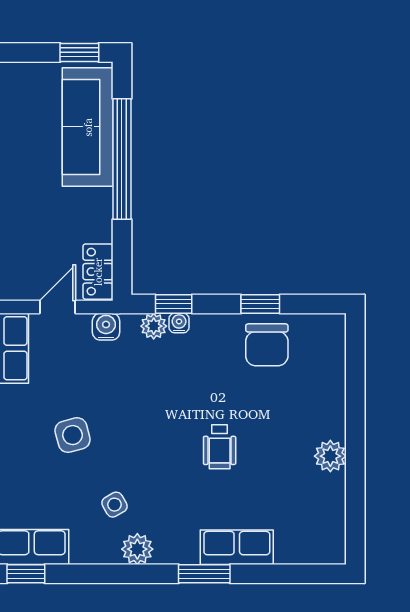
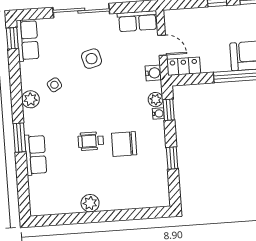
chair: (267, 345) -> (124, 144), moved

